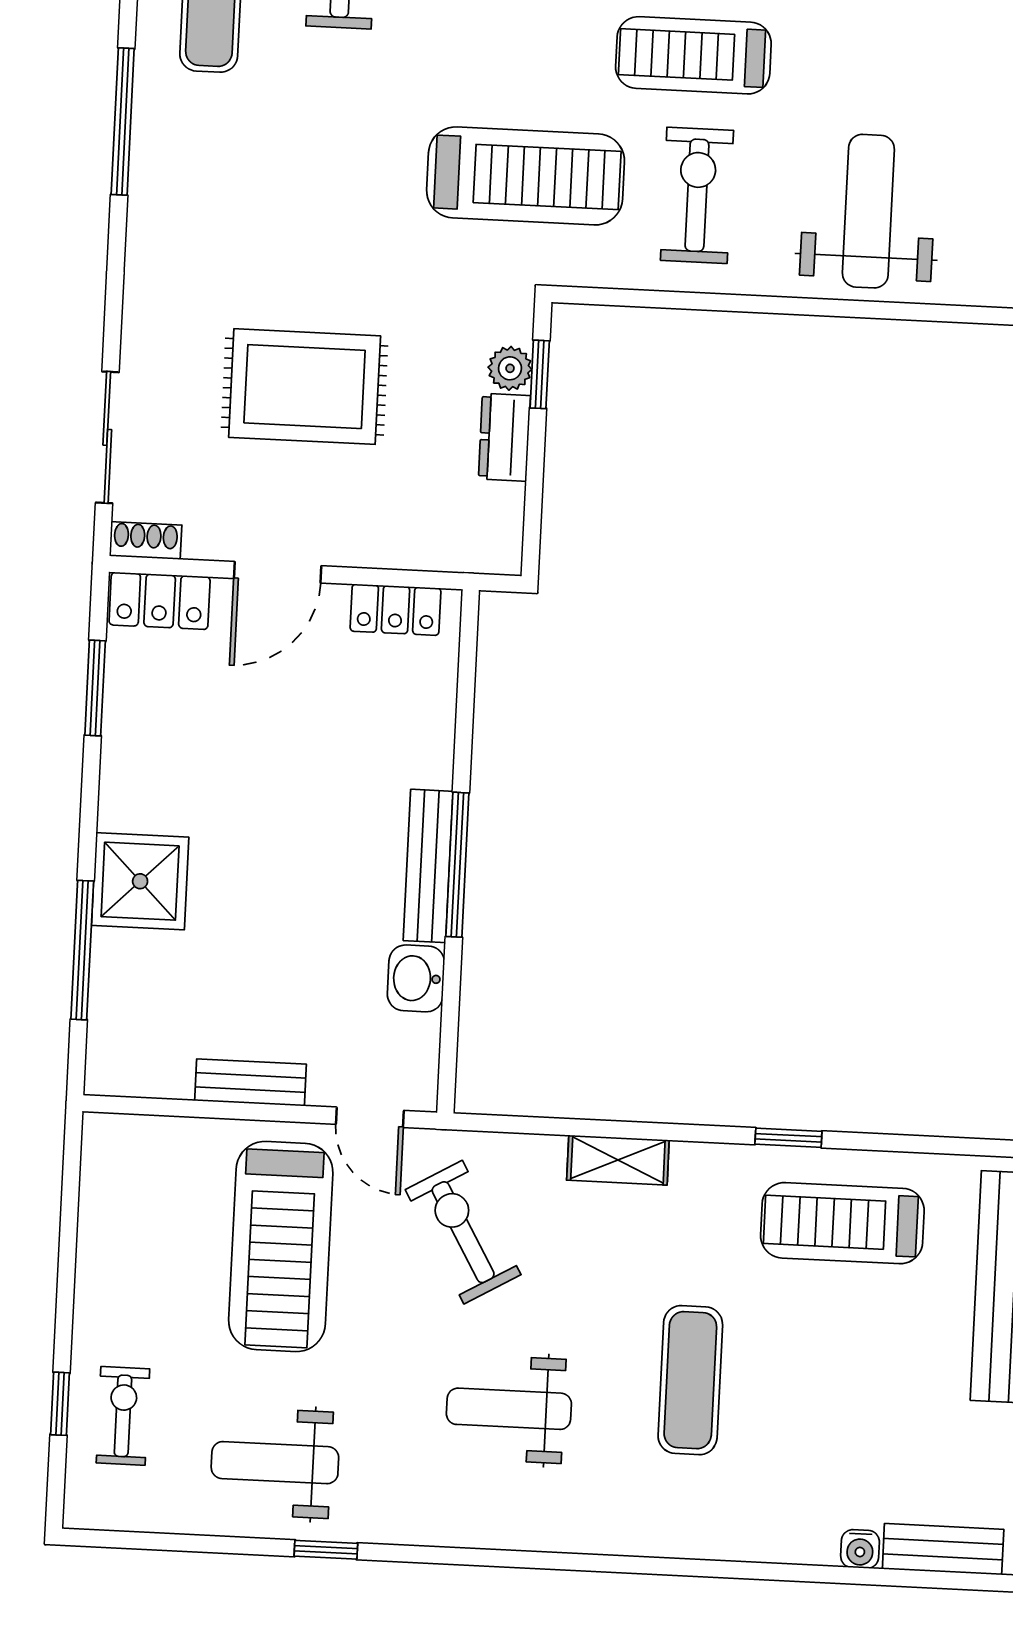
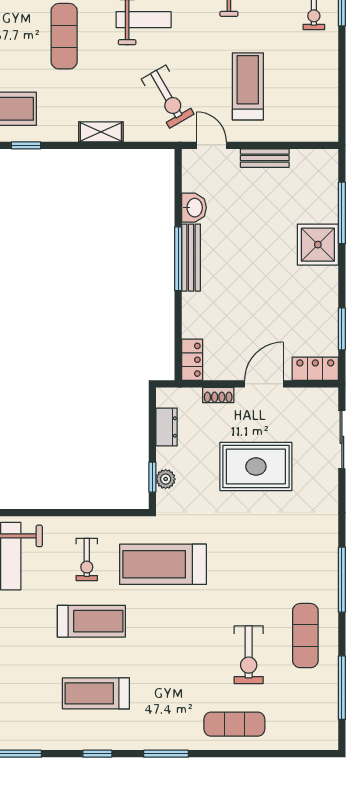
exercise bike: (697, 195) -> (87, 559), width x0.73, depth x0.72
dresser: (504, 437) -> (167, 427), moved
shoe rack: (146, 541) -> (218, 395), moved
locker: (396, 610) -> (192, 360), moved, turned 90
treadmill: (281, 1246) -> (248, 86), width x0.73, depth x0.73

